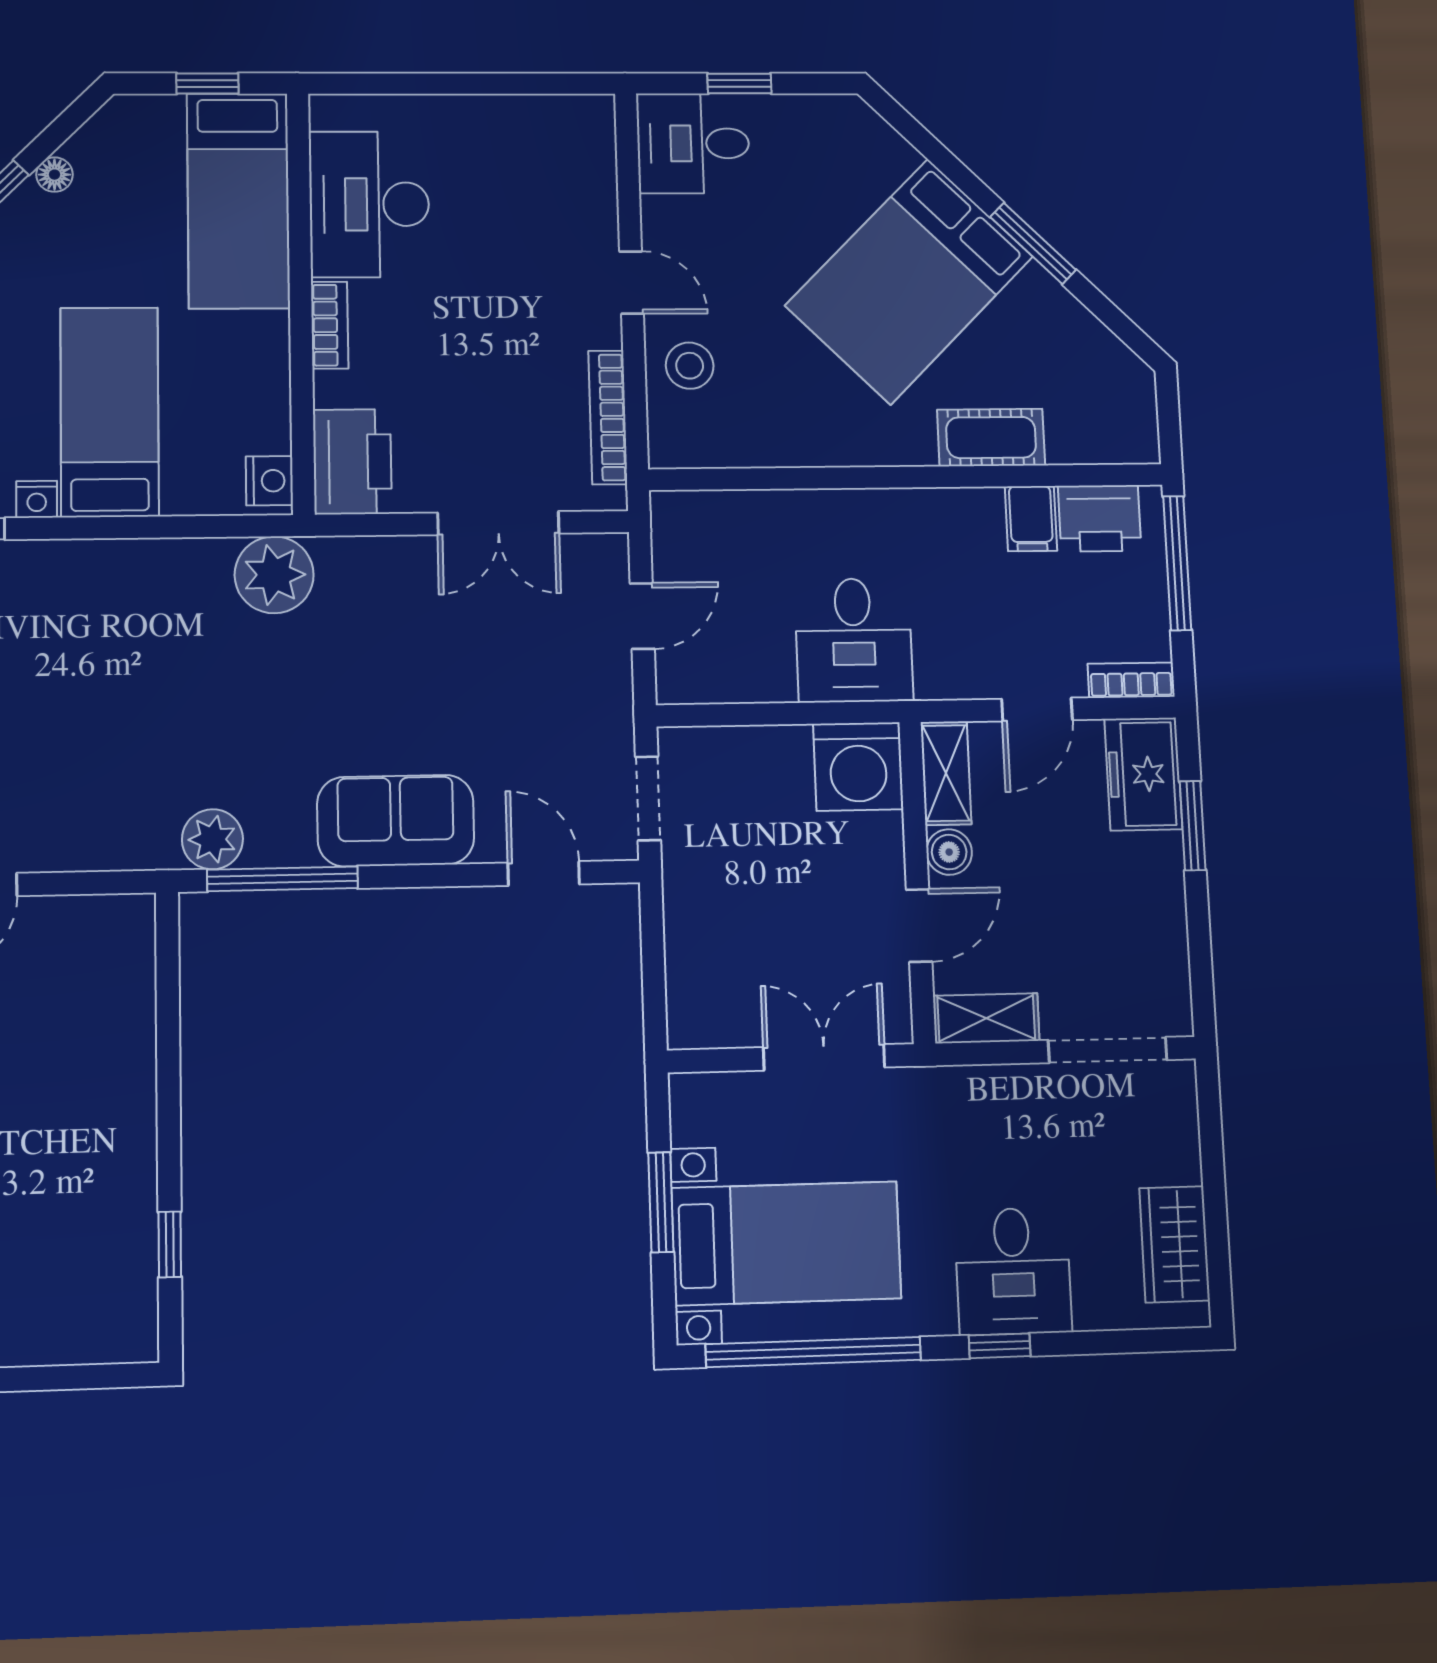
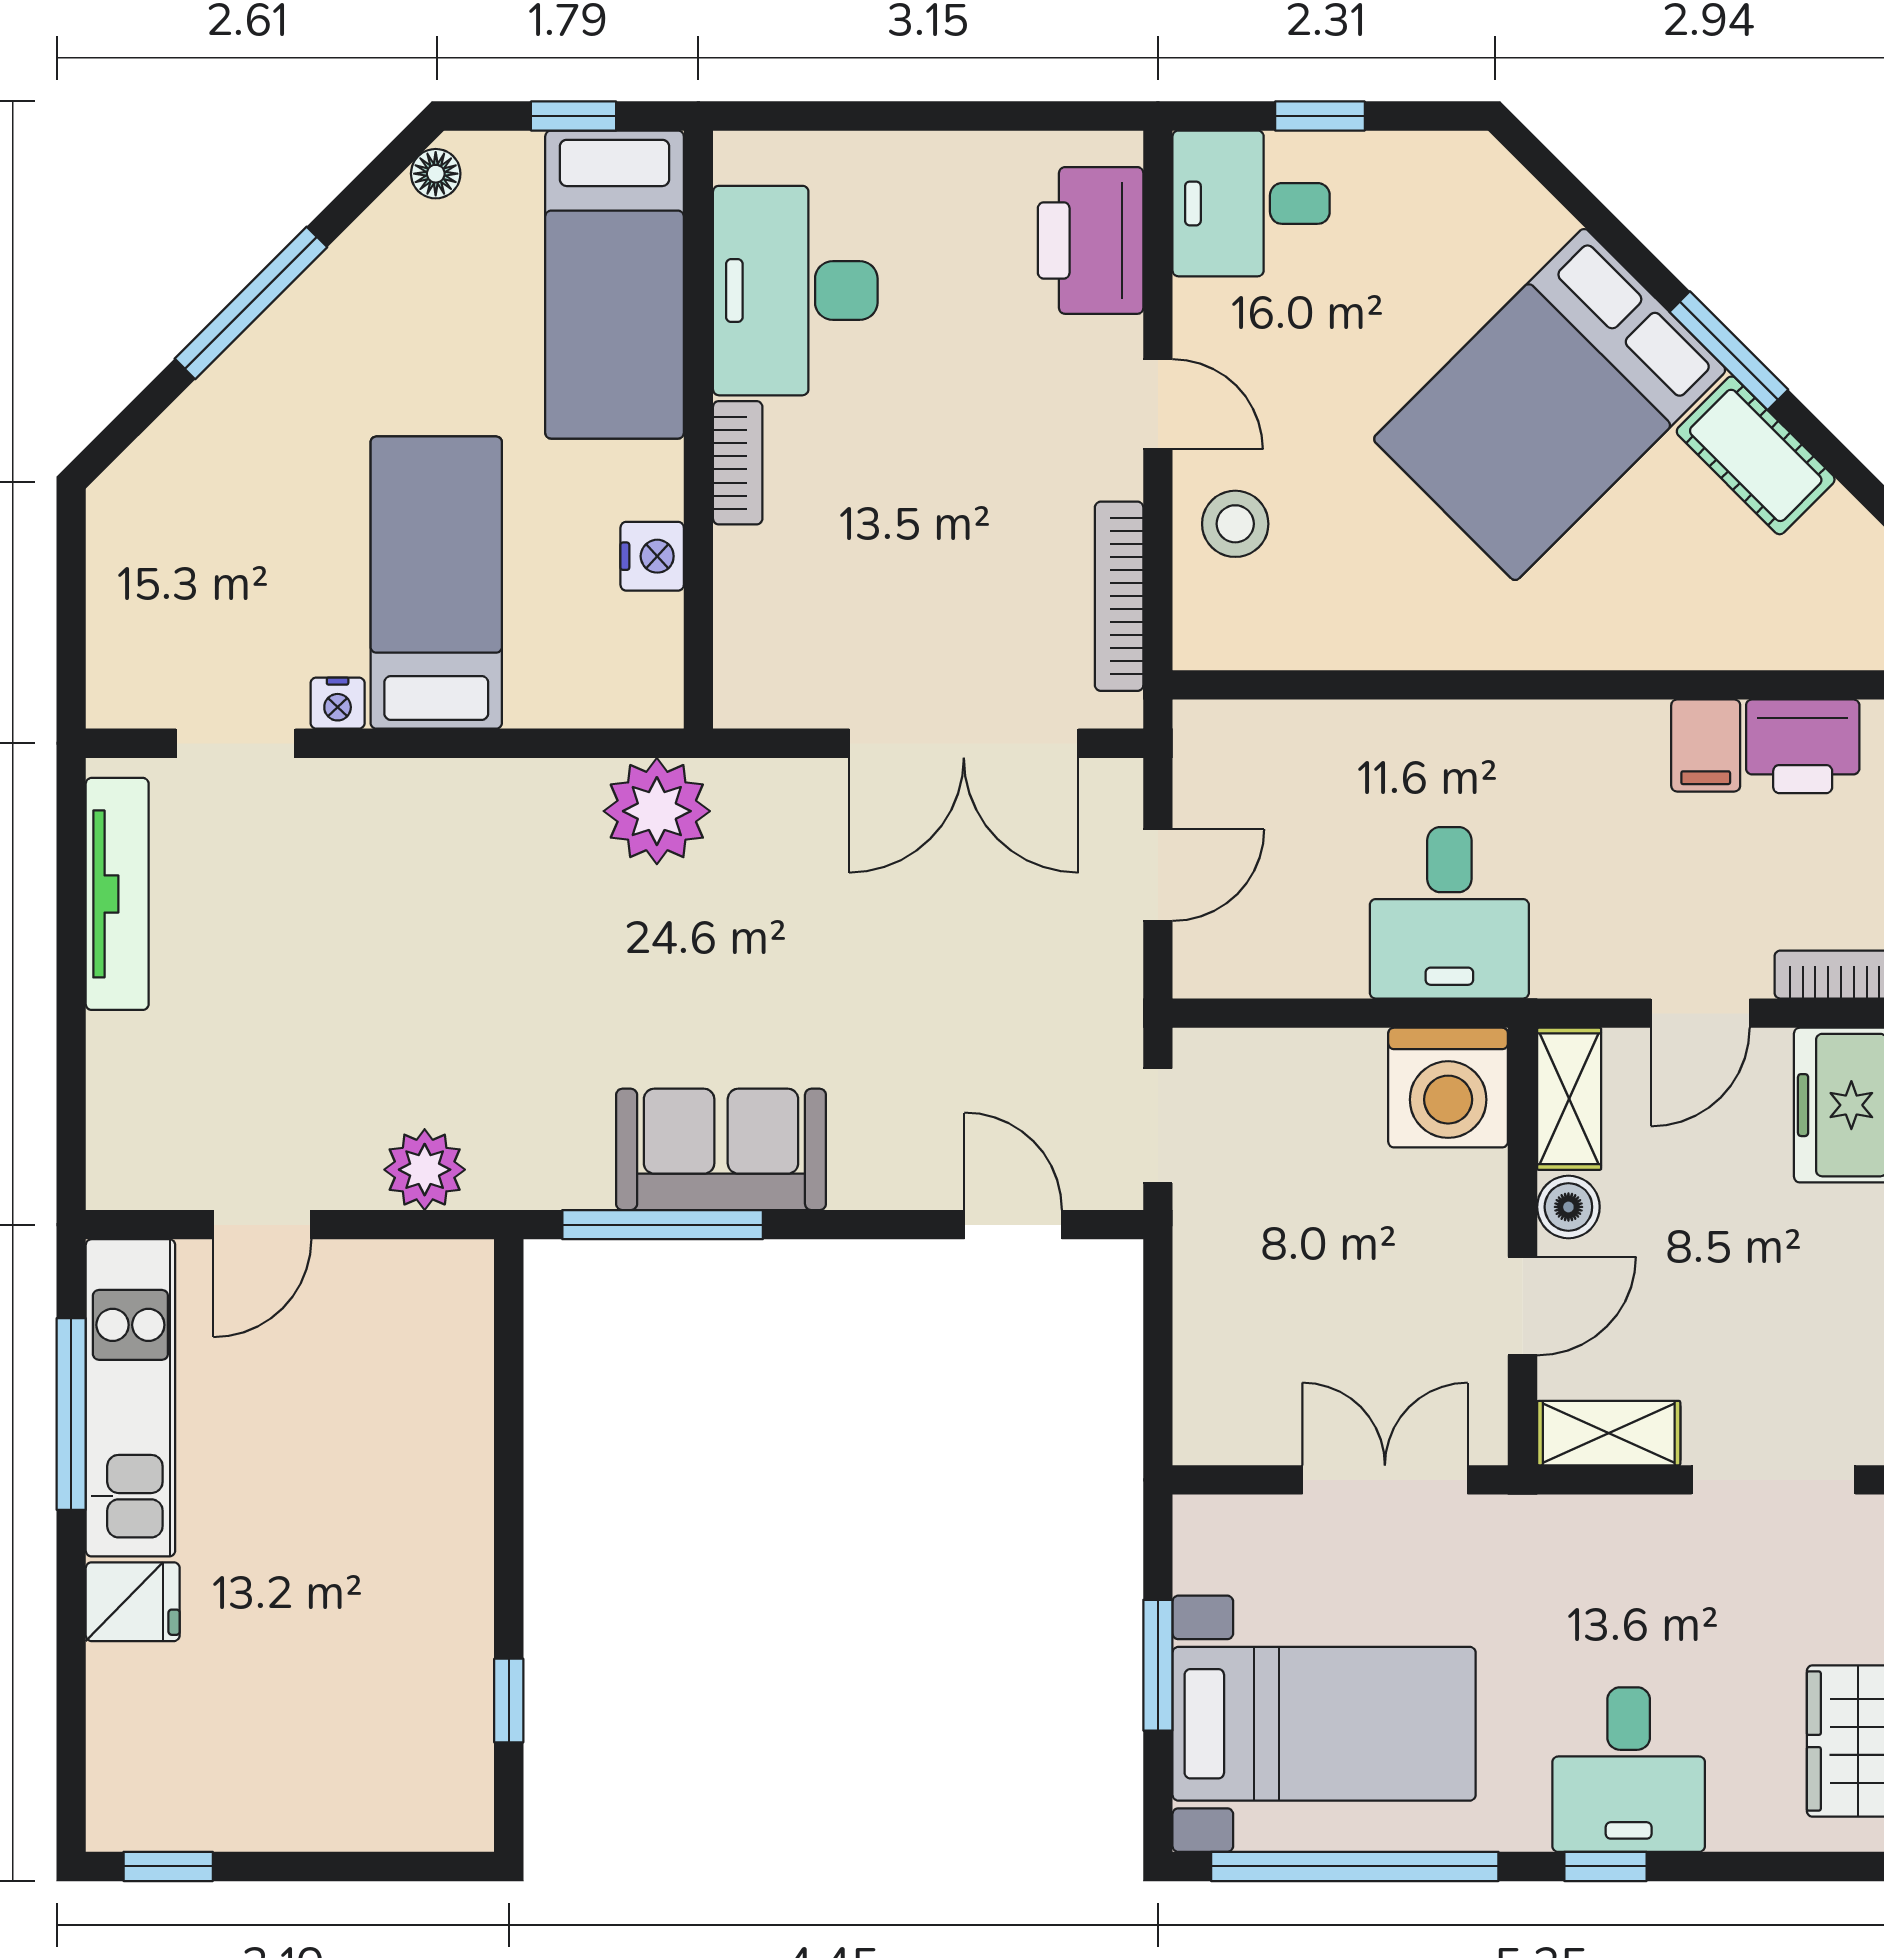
floor lamp: (54, 175) -> (436, 174), moved
cot: (991, 438) -> (1756, 455), moved, turned 45
printer: (352, 462) -> (1091, 240), moved, turned 180
nightstand: (269, 481) -> (652, 556), moved
double door: (498, 523) -> (964, 743), width x1.37
sofa: (396, 821) -> (721, 1149), moved
plant: (212, 839) -> (425, 1170), moved

